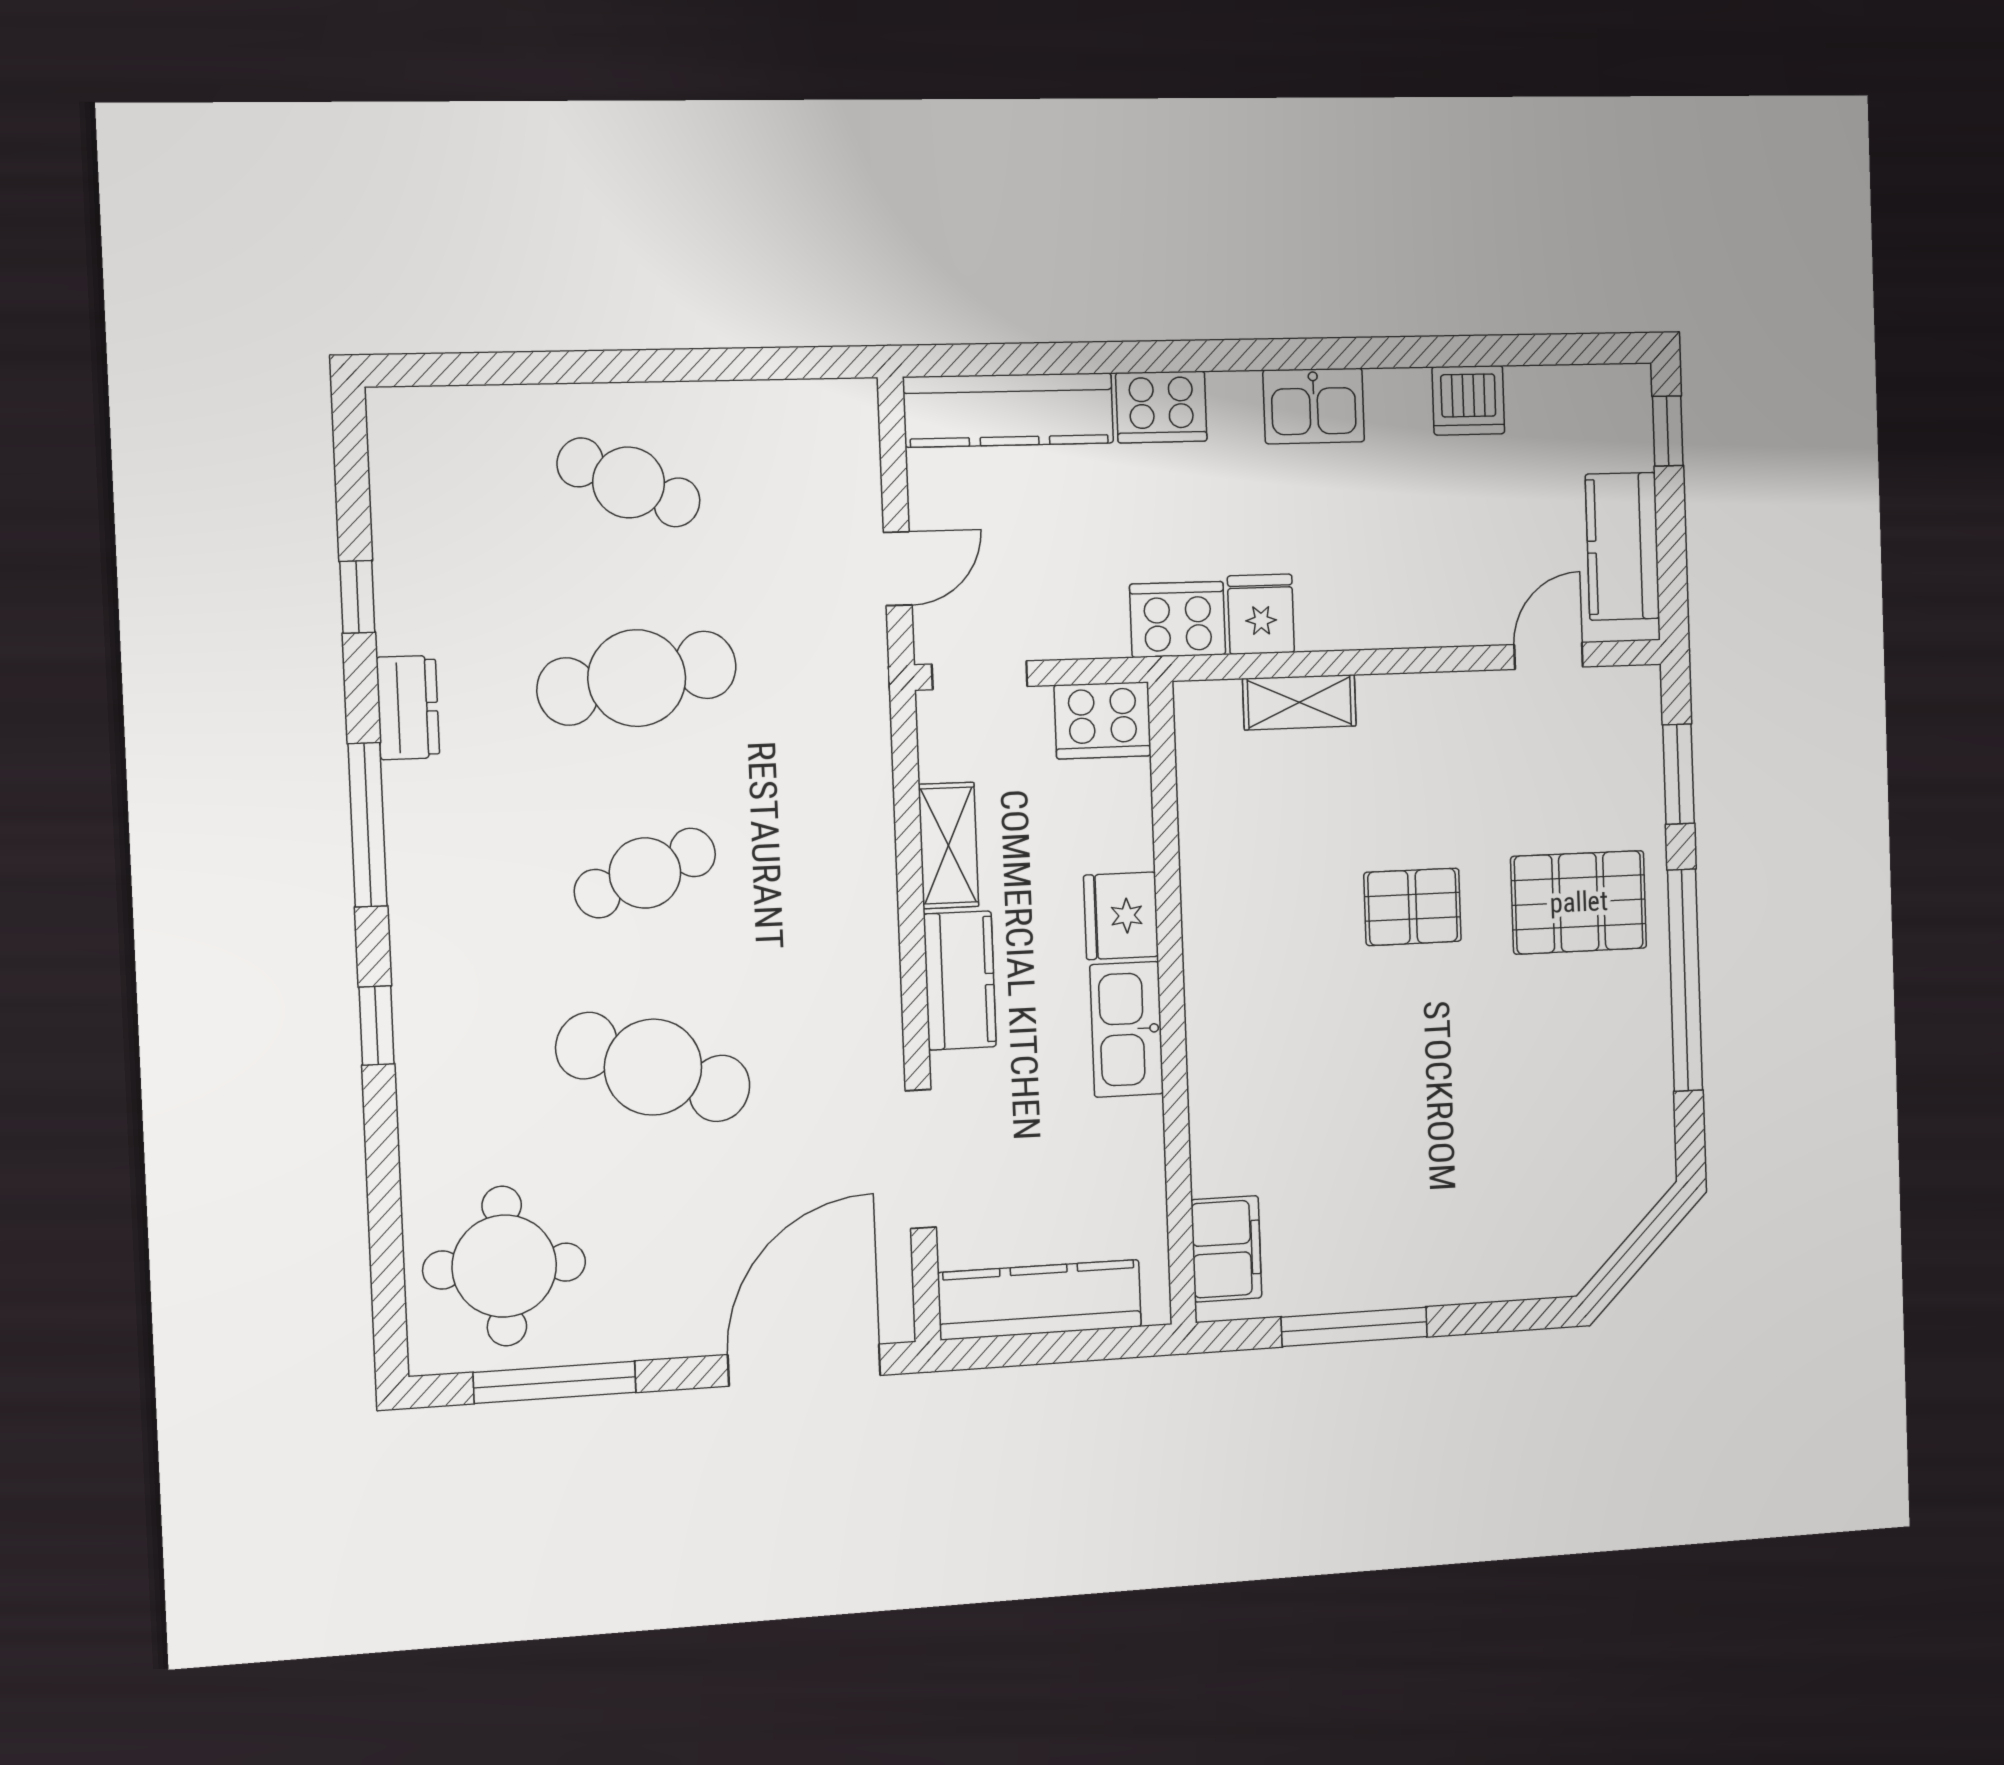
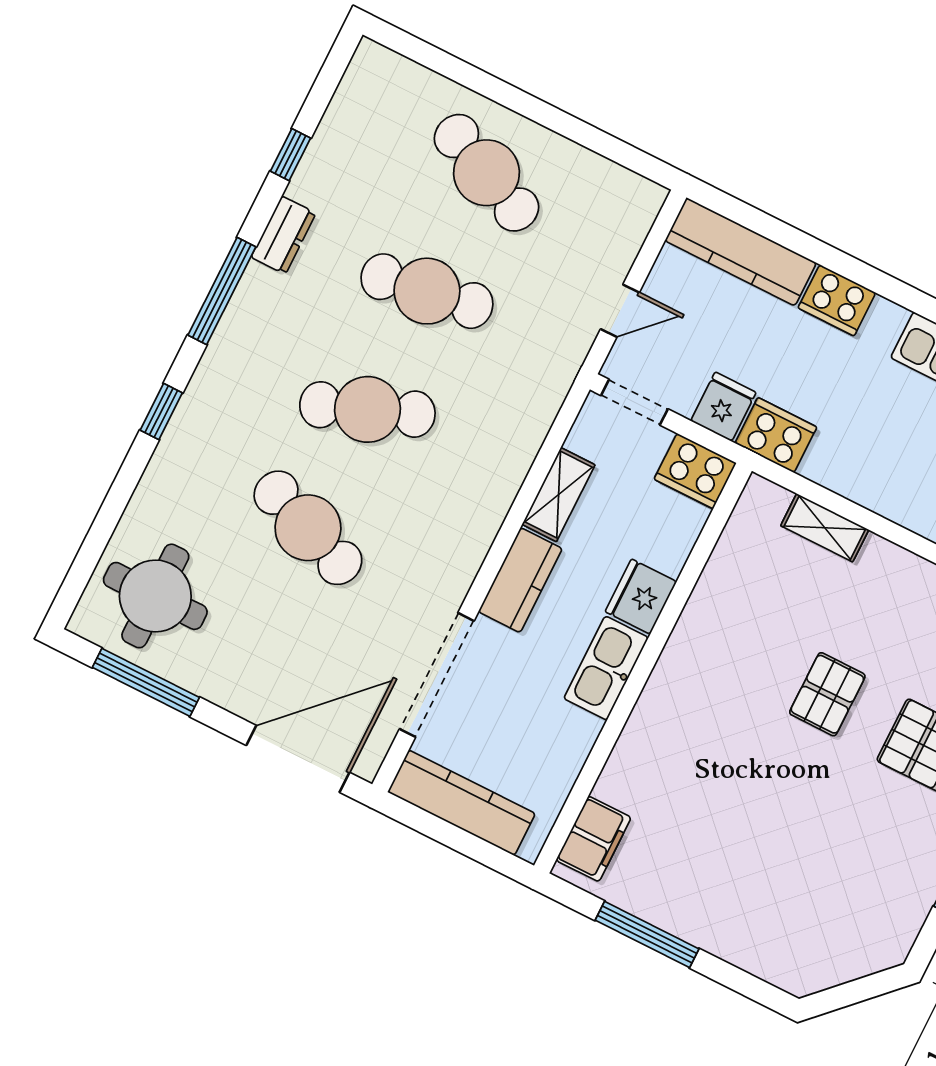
cafe table: (629, 482) -> (486, 173), width x1.37, depth x1.35
fridge: (1261, 614) -> (723, 407), moved
cafe table: (645, 873) -> (367, 409), width x1.37, depth x1.35
pallet: (1413, 907) -> (827, 694), turned 90
doorway: (921, 1159) -> (437, 675), width x1.36

